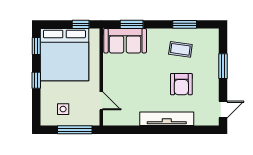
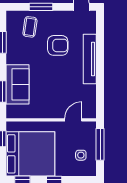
sofa: (125, 41) -> (18, 84), moved
coffee table: (180, 49) -> (30, 27), moved

